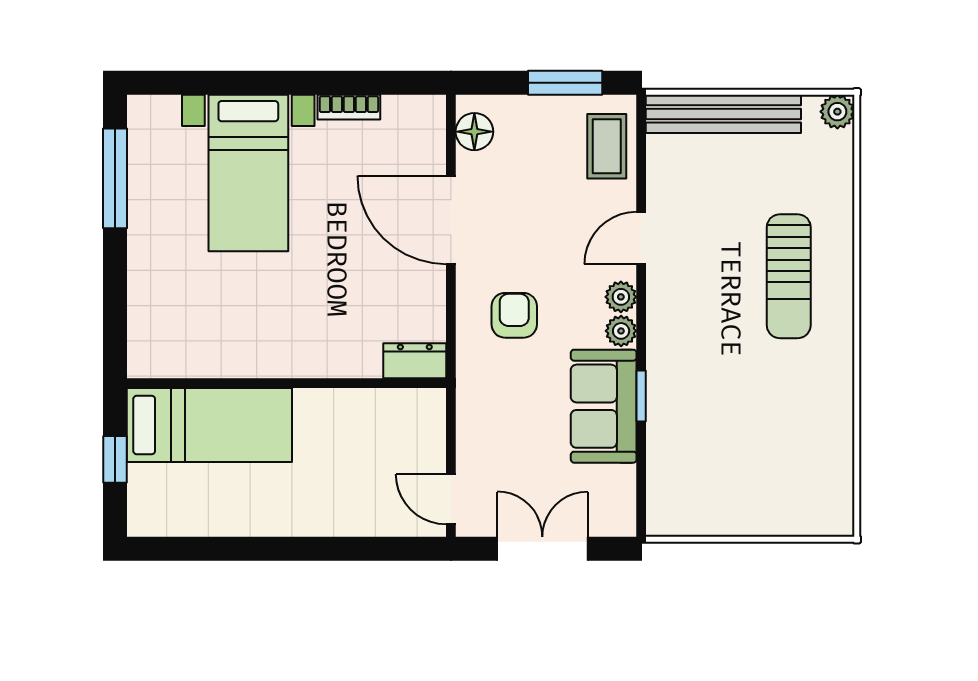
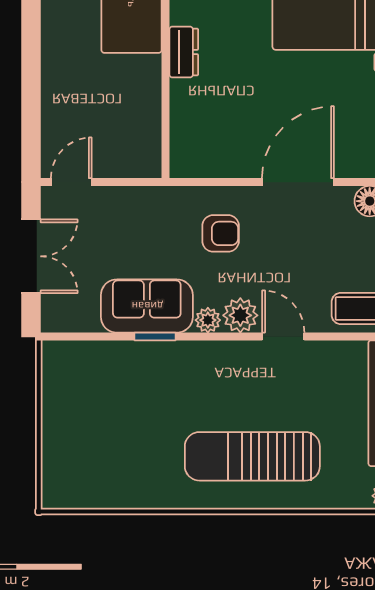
sun lounger: (789, 276) -> (252, 456), width x1.36, depth x1.34
plant: (621, 297) -> (240, 315), width x1.38, depth x1.38
dresser: (415, 361) -> (184, 52), moved

